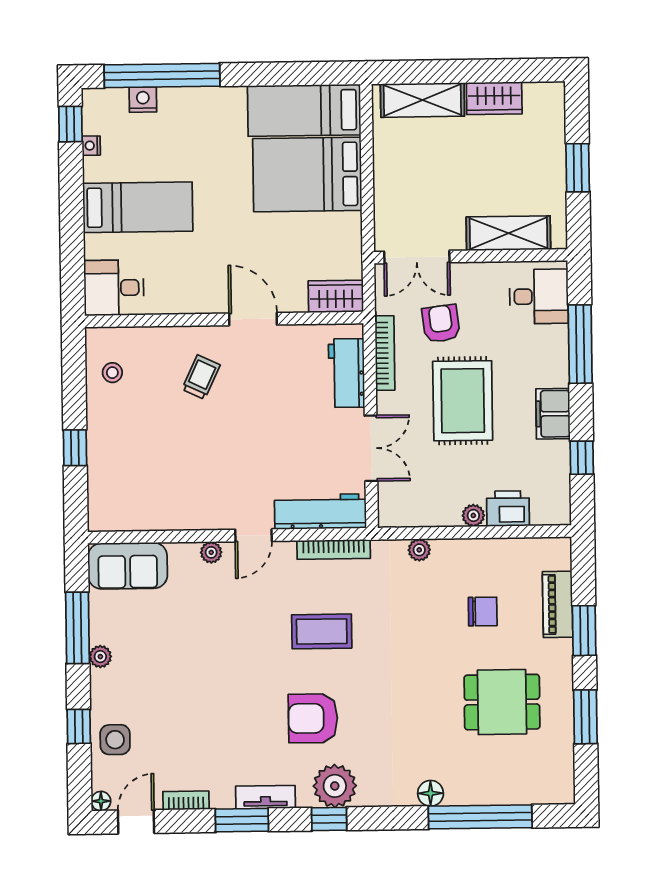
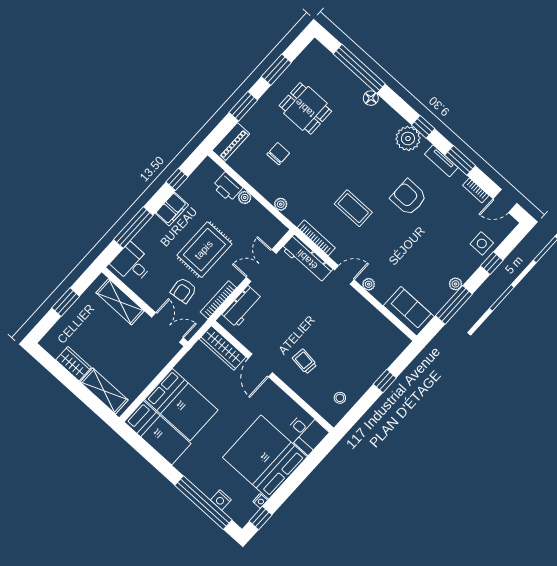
bed: (138, 207) -> (265, 457), width x2.04
wardrobe: (336, 296) -> (223, 348), width x1.50
trolley: (201, 377) -> (305, 361), turned 72
piano: (558, 604) -> (231, 142), moved
chair: (483, 612) -> (278, 154), turned 90
armchair: (313, 718) -> (408, 197), moved, turned 180
floor lamp: (101, 801) -> (512, 223), removed

